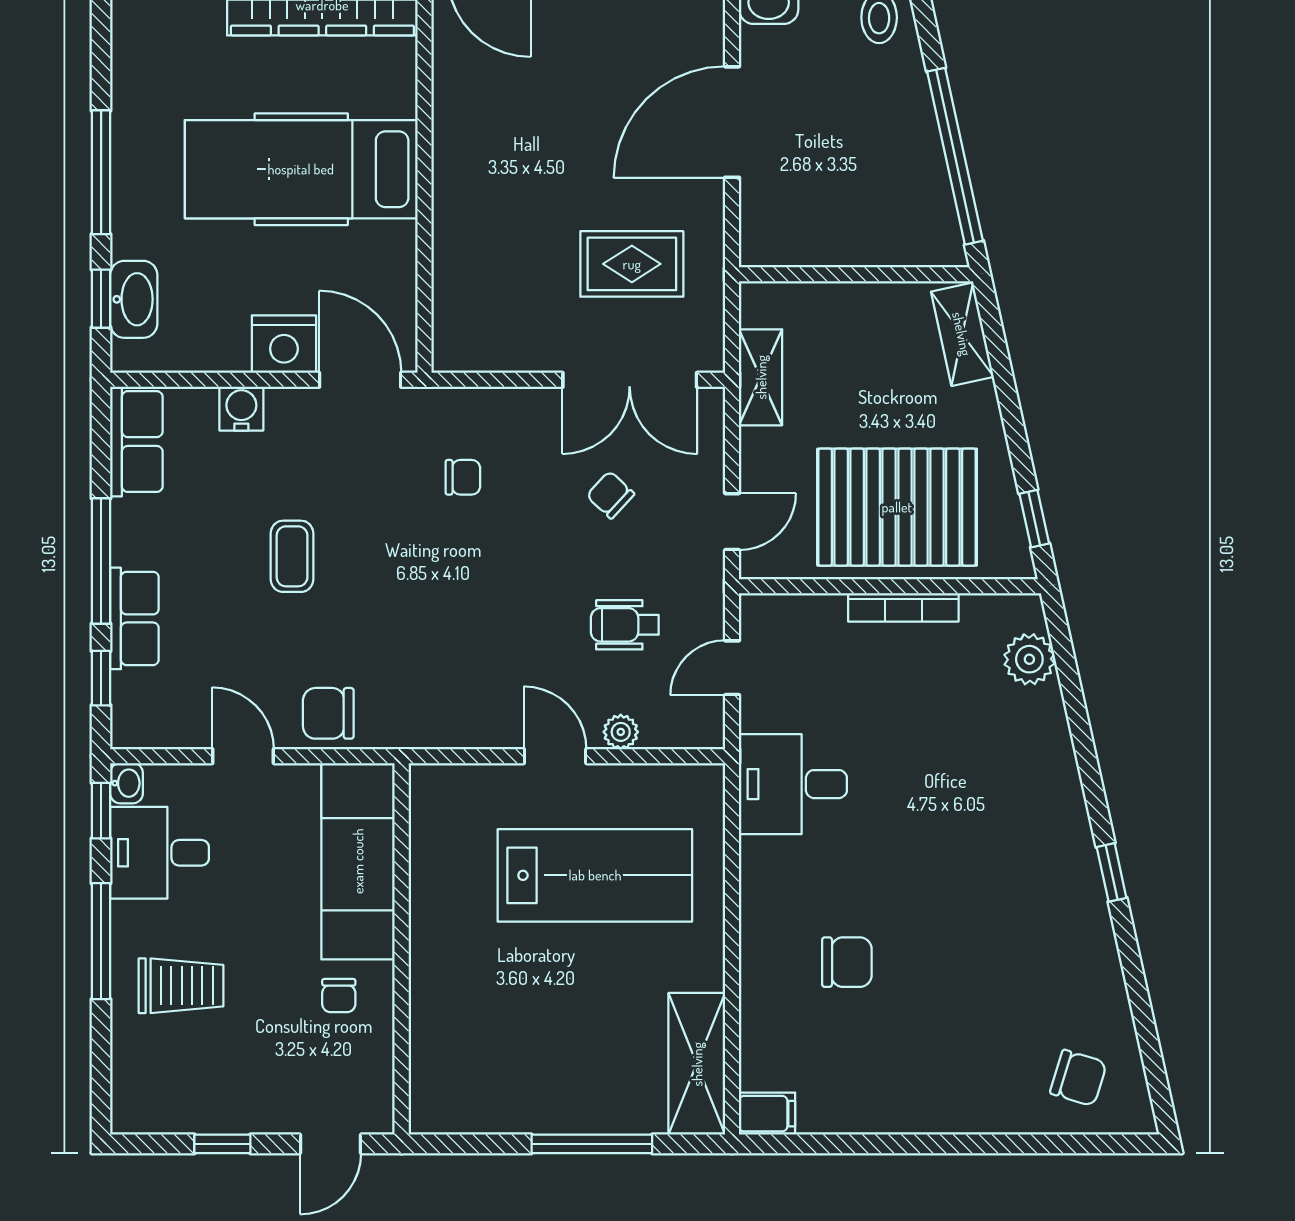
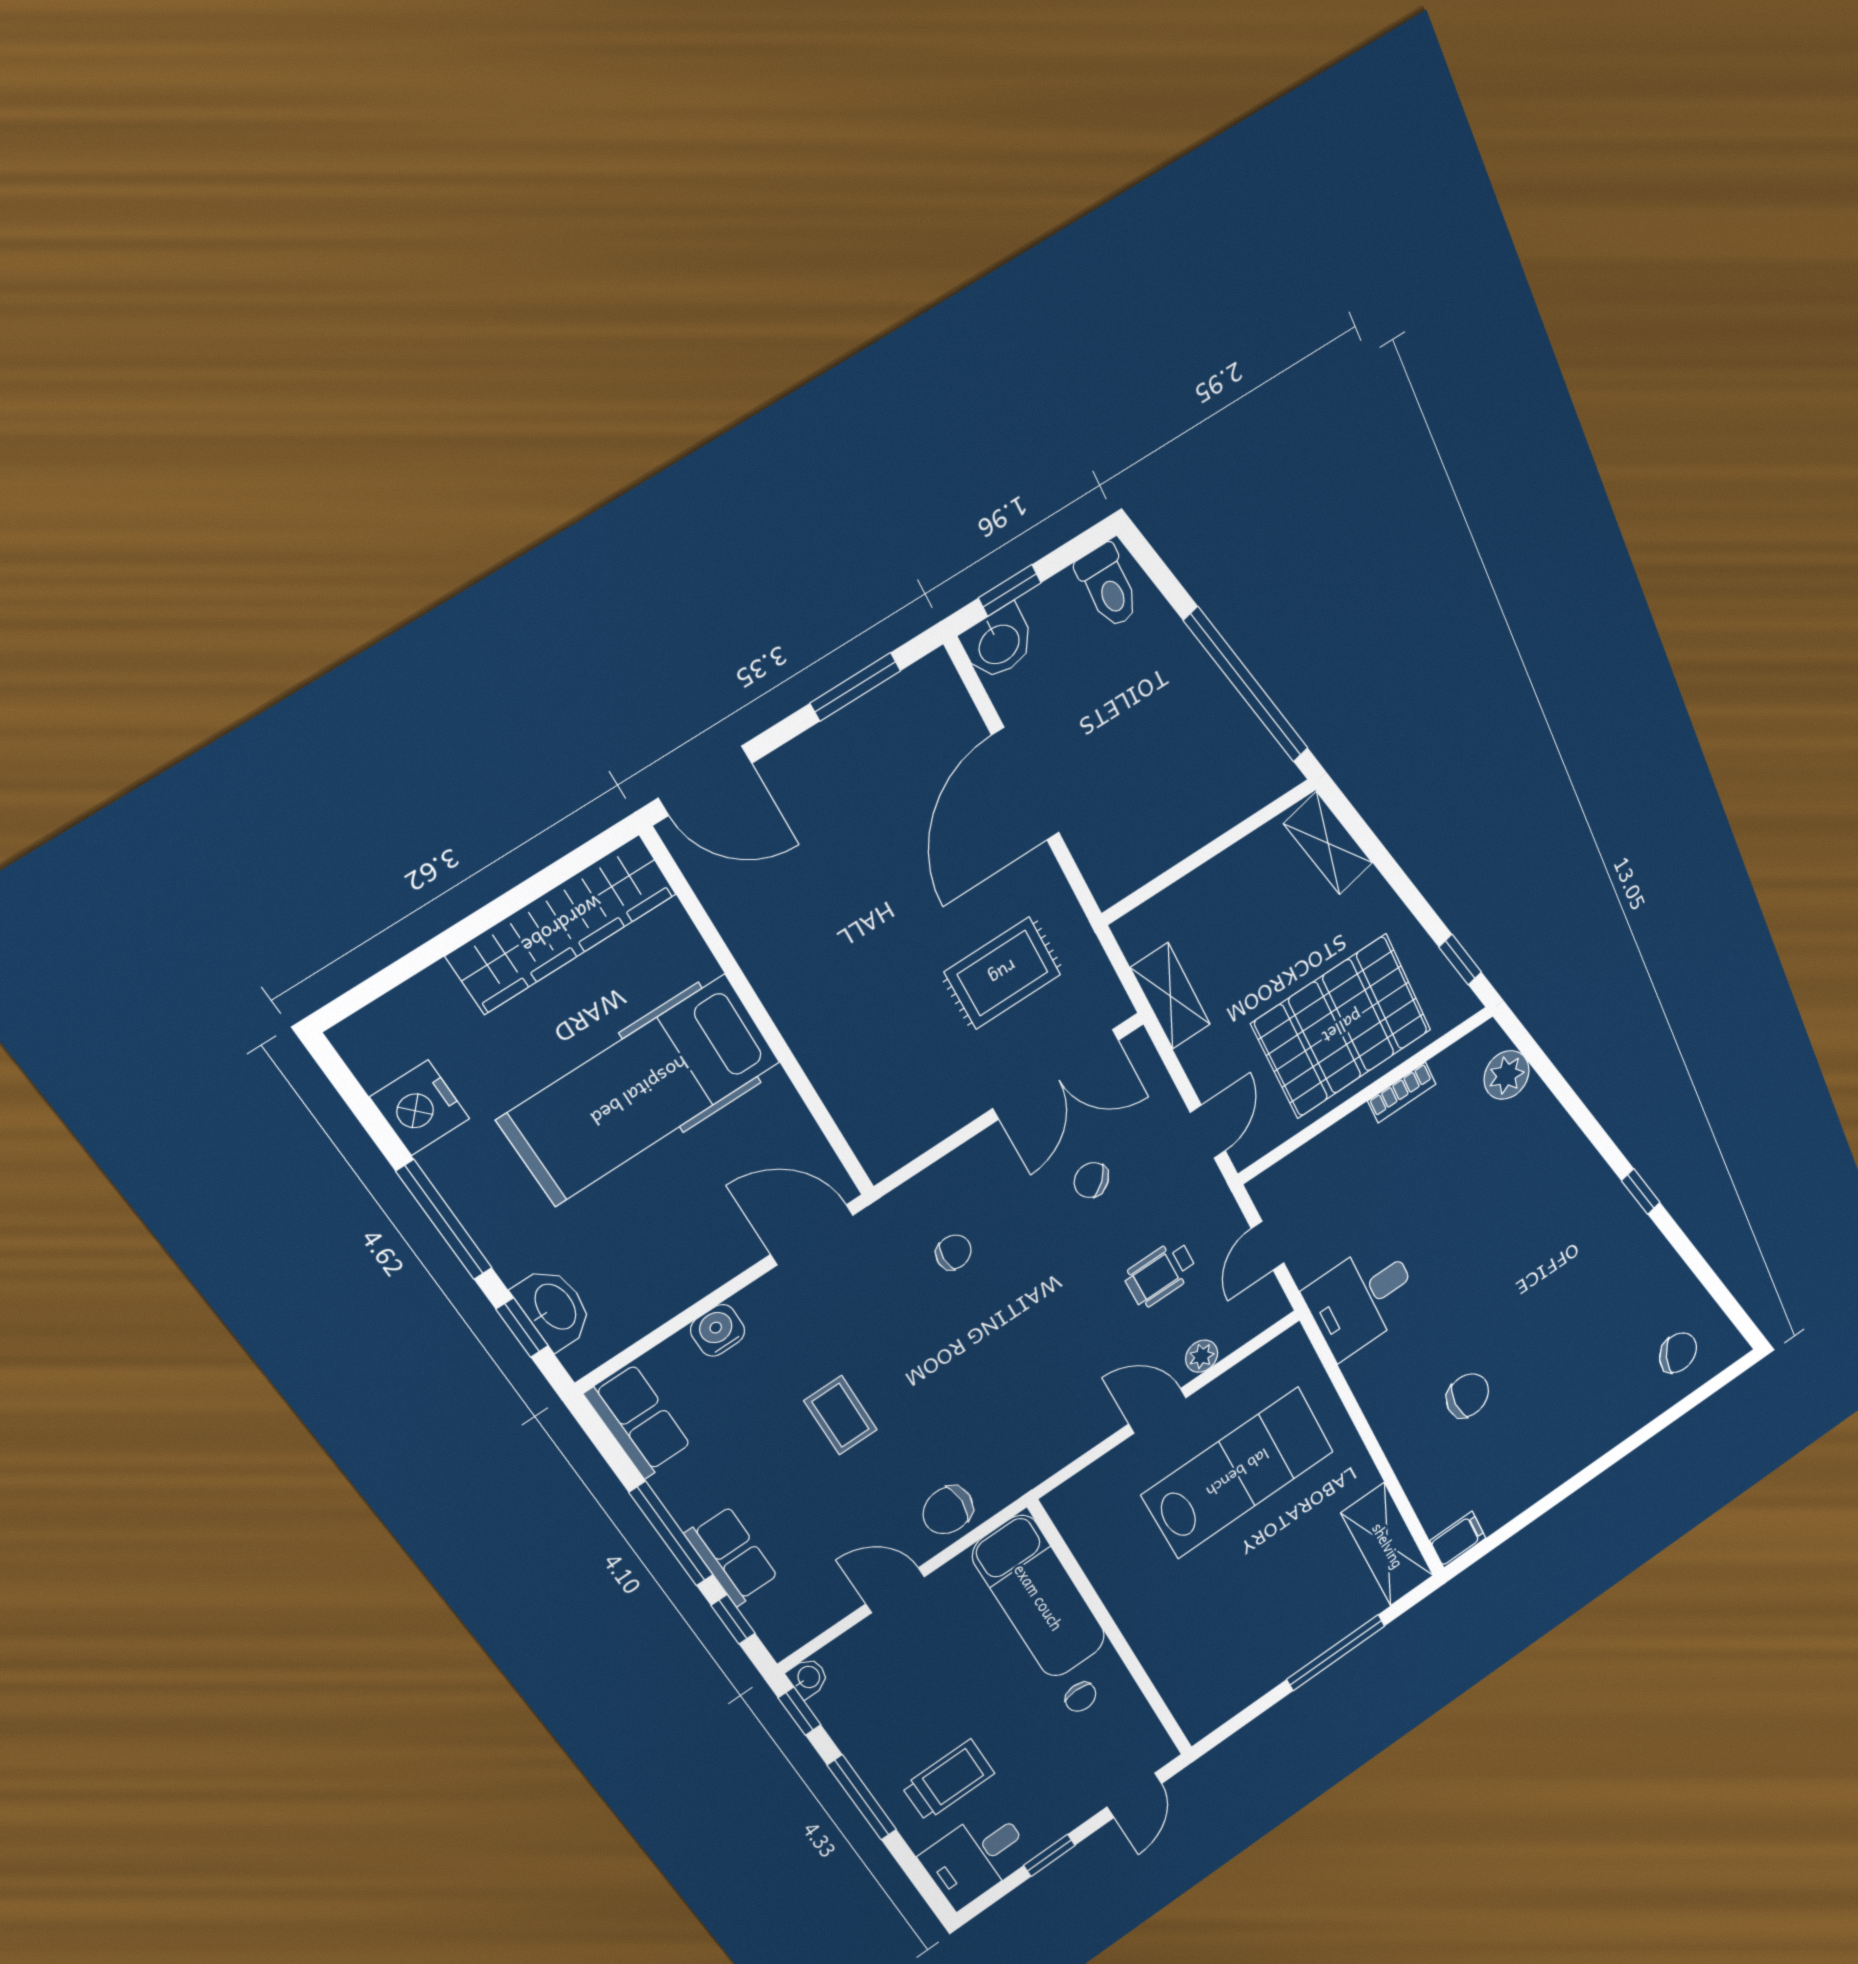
nightstand: (284, 344) -> (420, 1108), moved, turned 90
bookcase: (903, 607) -> (1402, 1093), width x0.64
desk: (160, 853) -> (976, 1857), moved

